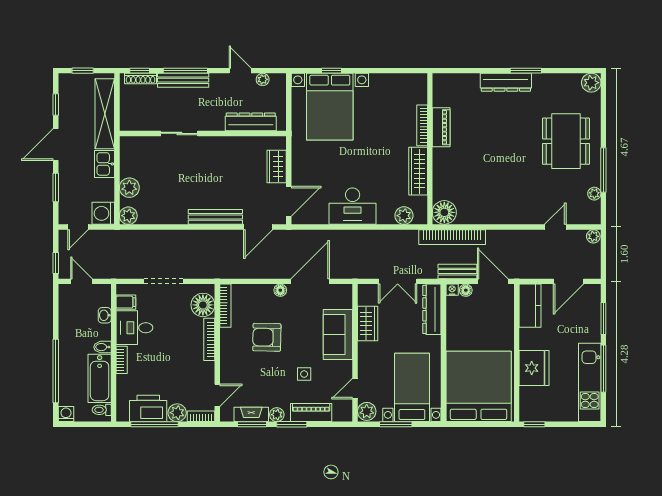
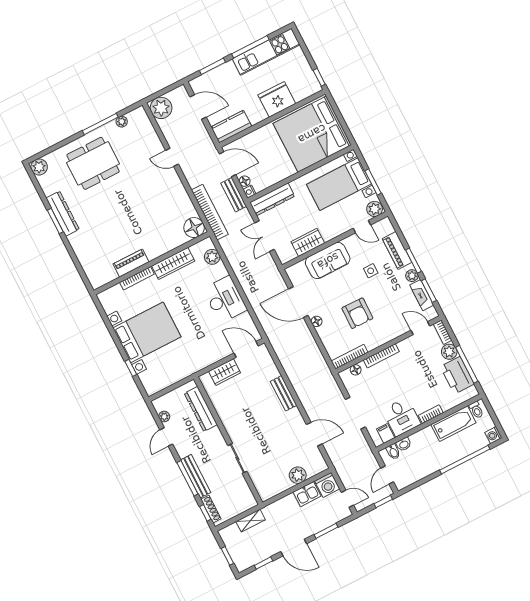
dresser: (506, 82) -> (63, 214), moved
bed with nightstands: (330, 107) -> (147, 332), moved
shelving: (105, 114) -> (251, 521), width x0.45, depth x0.75
kitchen sink: (105, 164) -> (307, 494), moved
plant: (128, 216) -> (319, 465), removed
bench: (215, 217) -> (284, 393), width x0.73
door: (258, 227) -> (314, 434), moved
door: (555, 227) -> (172, 157), moved
plant: (593, 236) -> (161, 108), width x1.87, depth x1.87
double door: (398, 281) -> (264, 236), swing flipped
door: (493, 281) -> (227, 164), swing flipped
floor lamp: (203, 305) -> (356, 370), width x0.53, depth x0.53
bidet: (102, 347) -> (393, 452), moved

